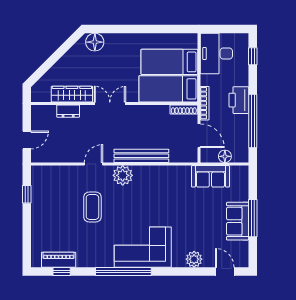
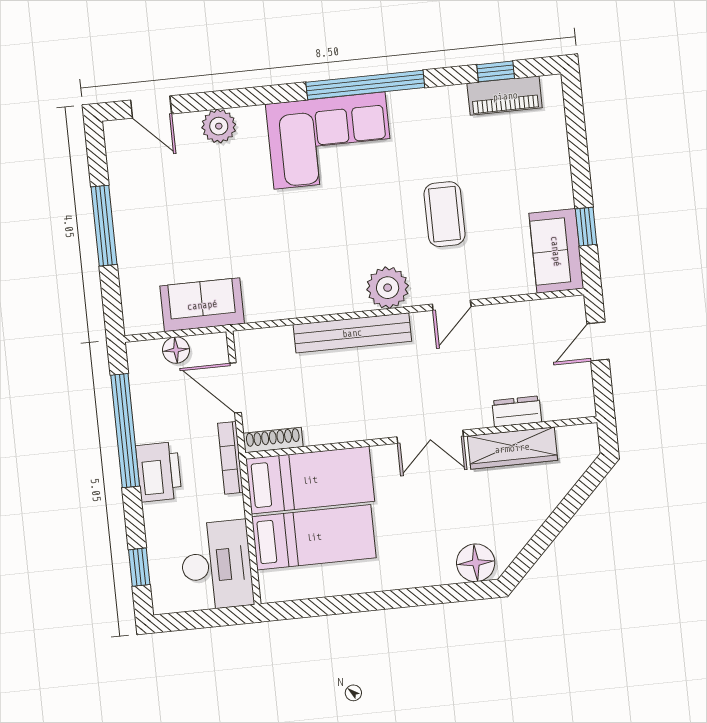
sofa: (238, 221) -> (556, 251), moved, turned 180

